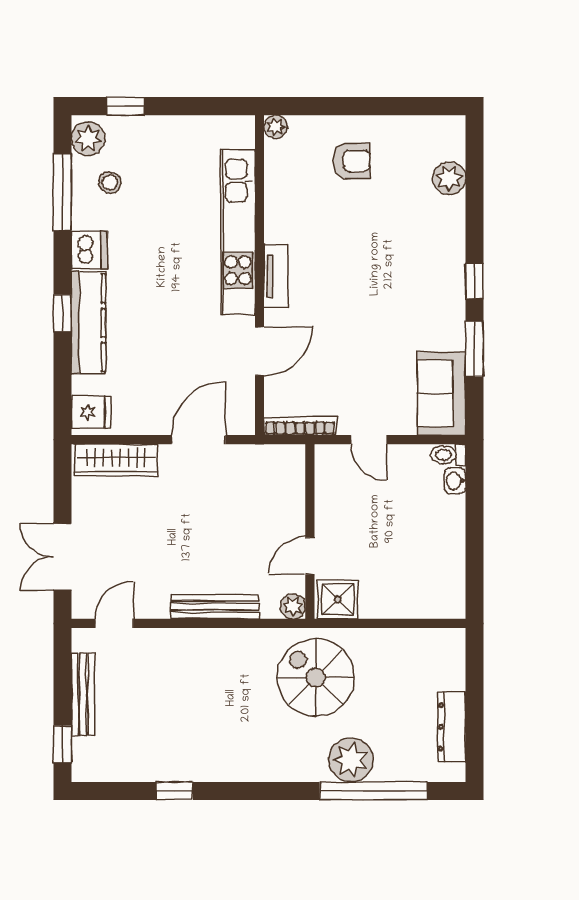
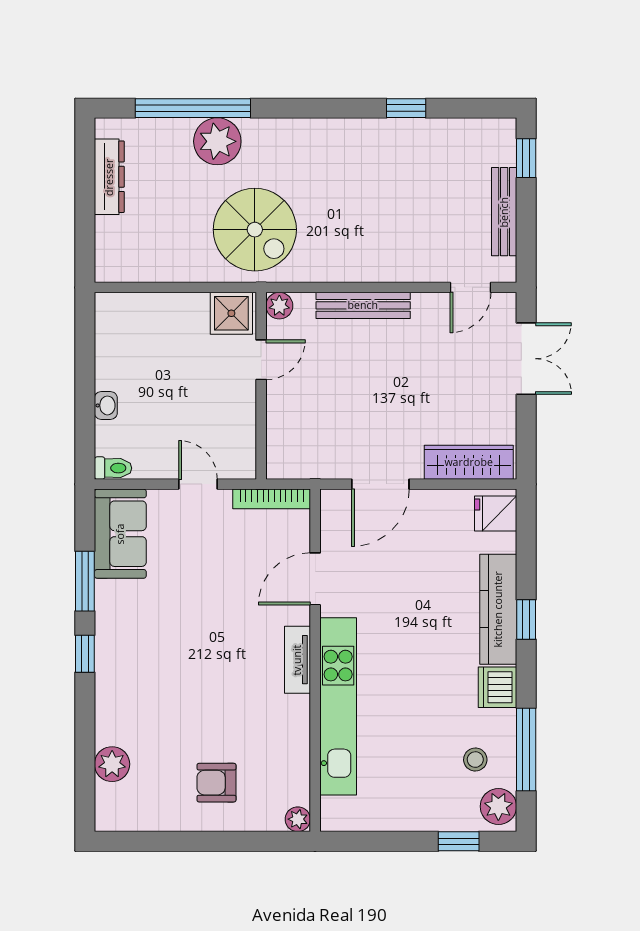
washbasin: (455, 481) -> (106, 405), moved

